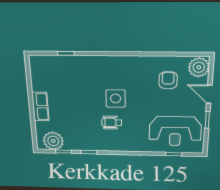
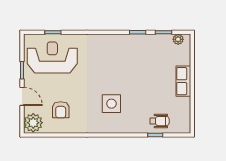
side table: (116, 98) -> (111, 104), moved
wheelchair: (112, 122) -> (159, 121), moved
plant: (53, 141) -> (178, 39), width x0.53, depth x0.53

